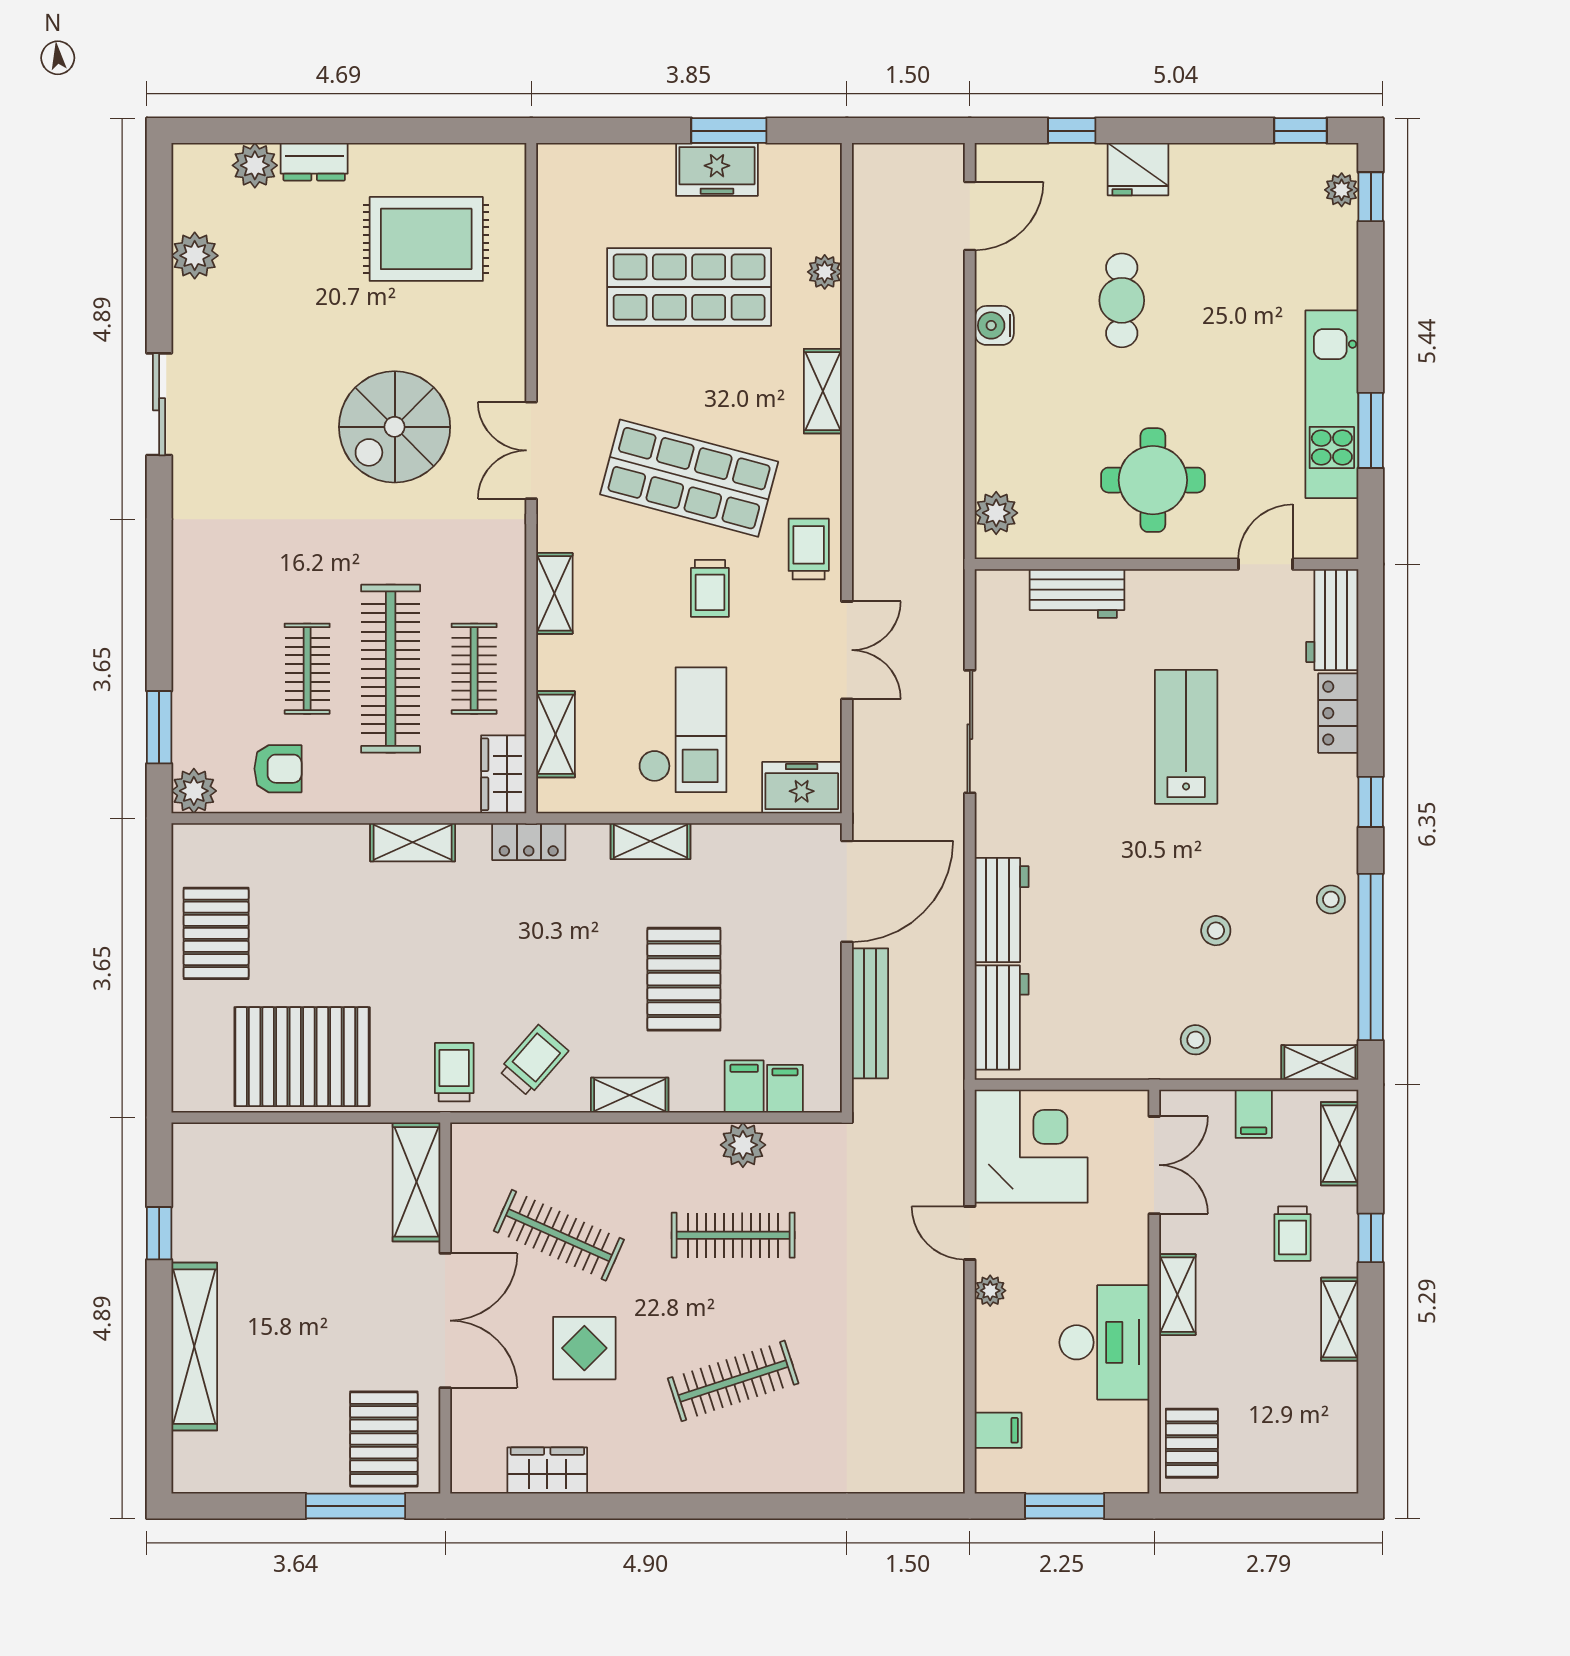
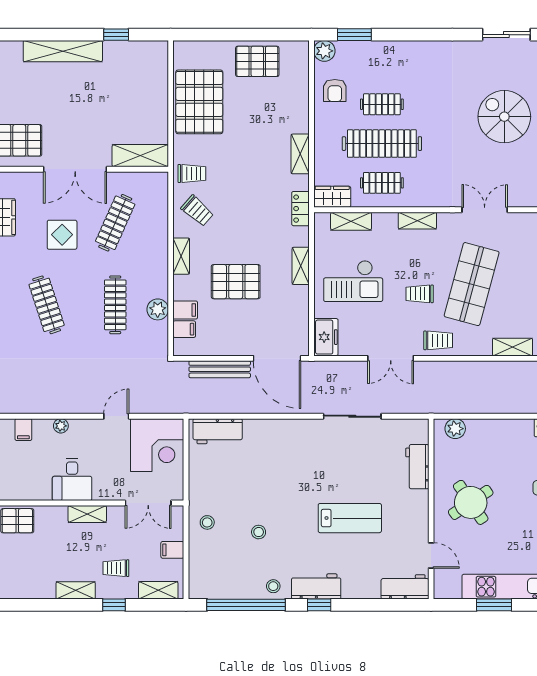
spiral stairs: (395, 427) -> (504, 117), moved
round table: (1153, 480) -> (471, 502), turned -34
locker: (1338, 713) -> (361, 590), removed
workbench: (1002, 910) -> (316, 586), moved, turned 180
shelving: (1320, 1062) -> (197, 581), removed
plant: (990, 1291) -> (61, 426), moved
desk: (1104, 1342) -> (72, 480), width x0.73

